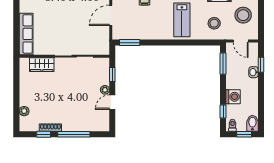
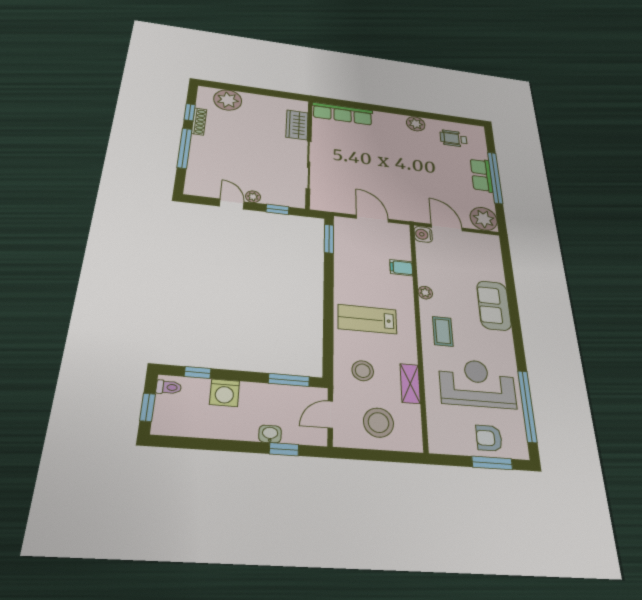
plant: (24, 111) -> (228, 100), width x1.87, depth x1.87
bidet: (252, 123) -> (168, 425), removed

